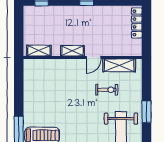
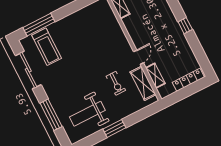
shelving: (72, 51) -> (155, 76), moved
door: (94, 57) -> (138, 57), swing flipped

